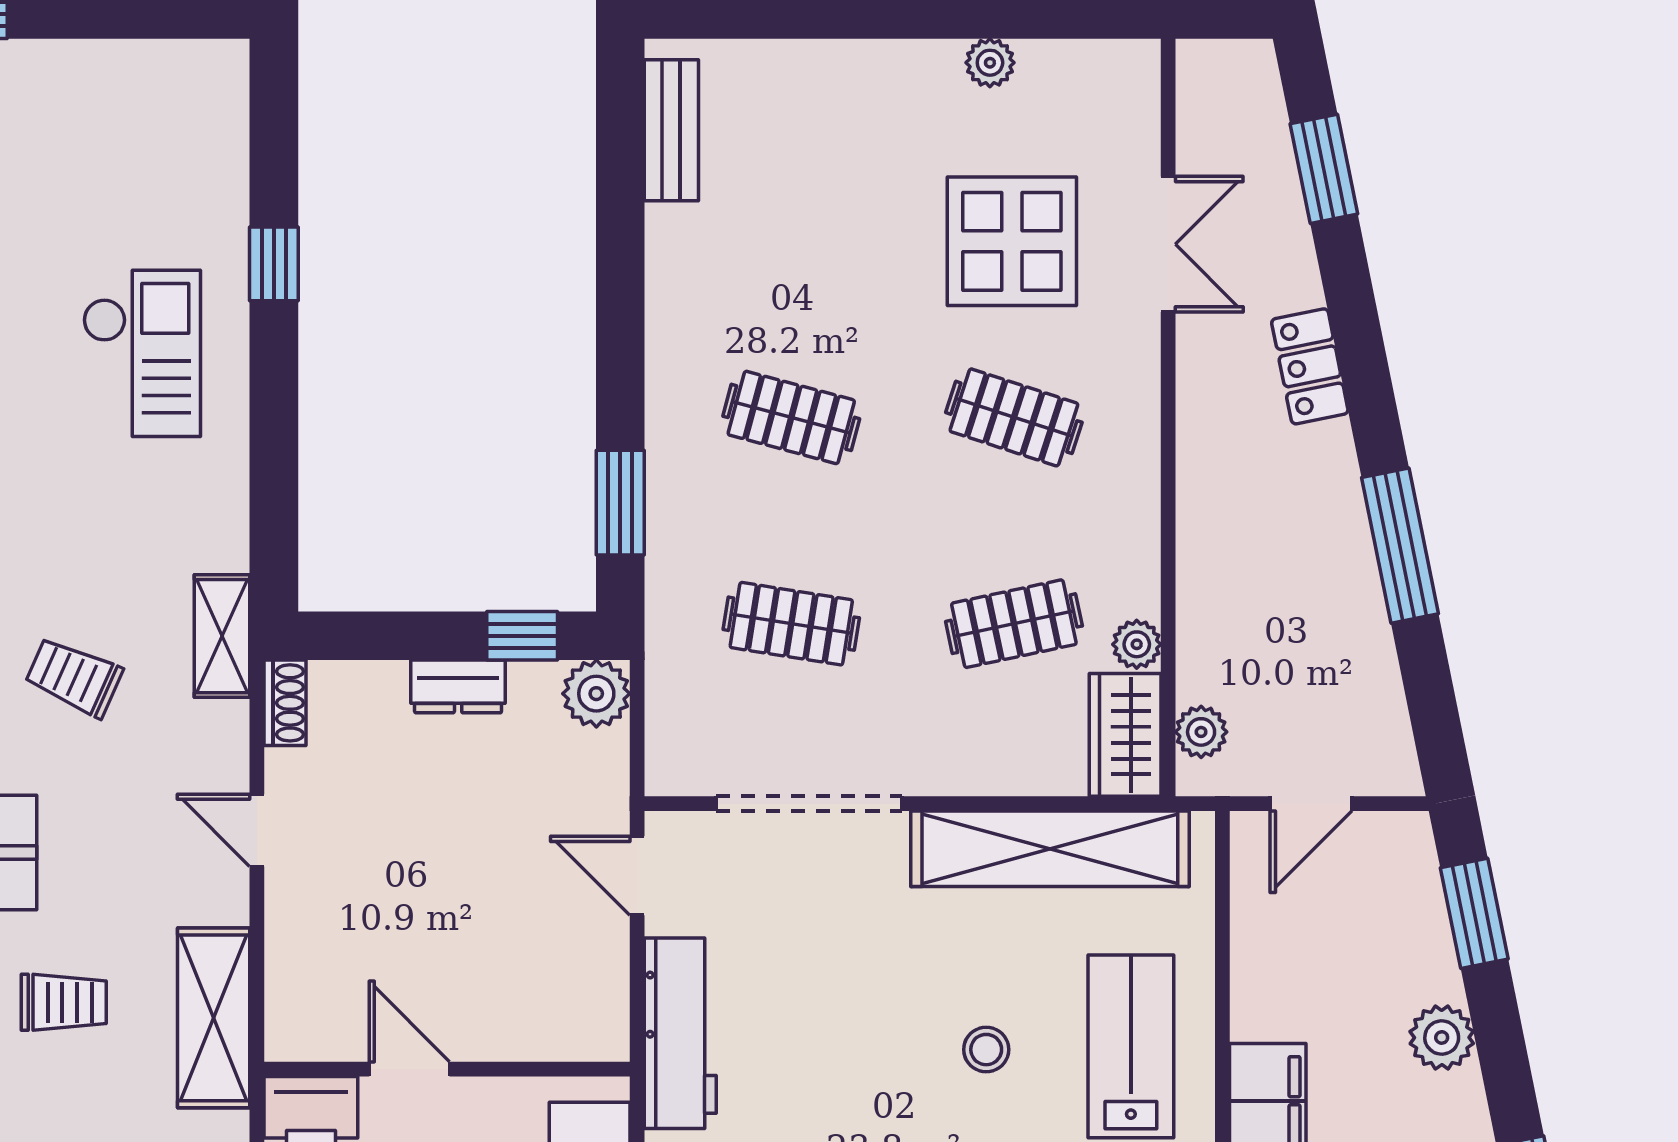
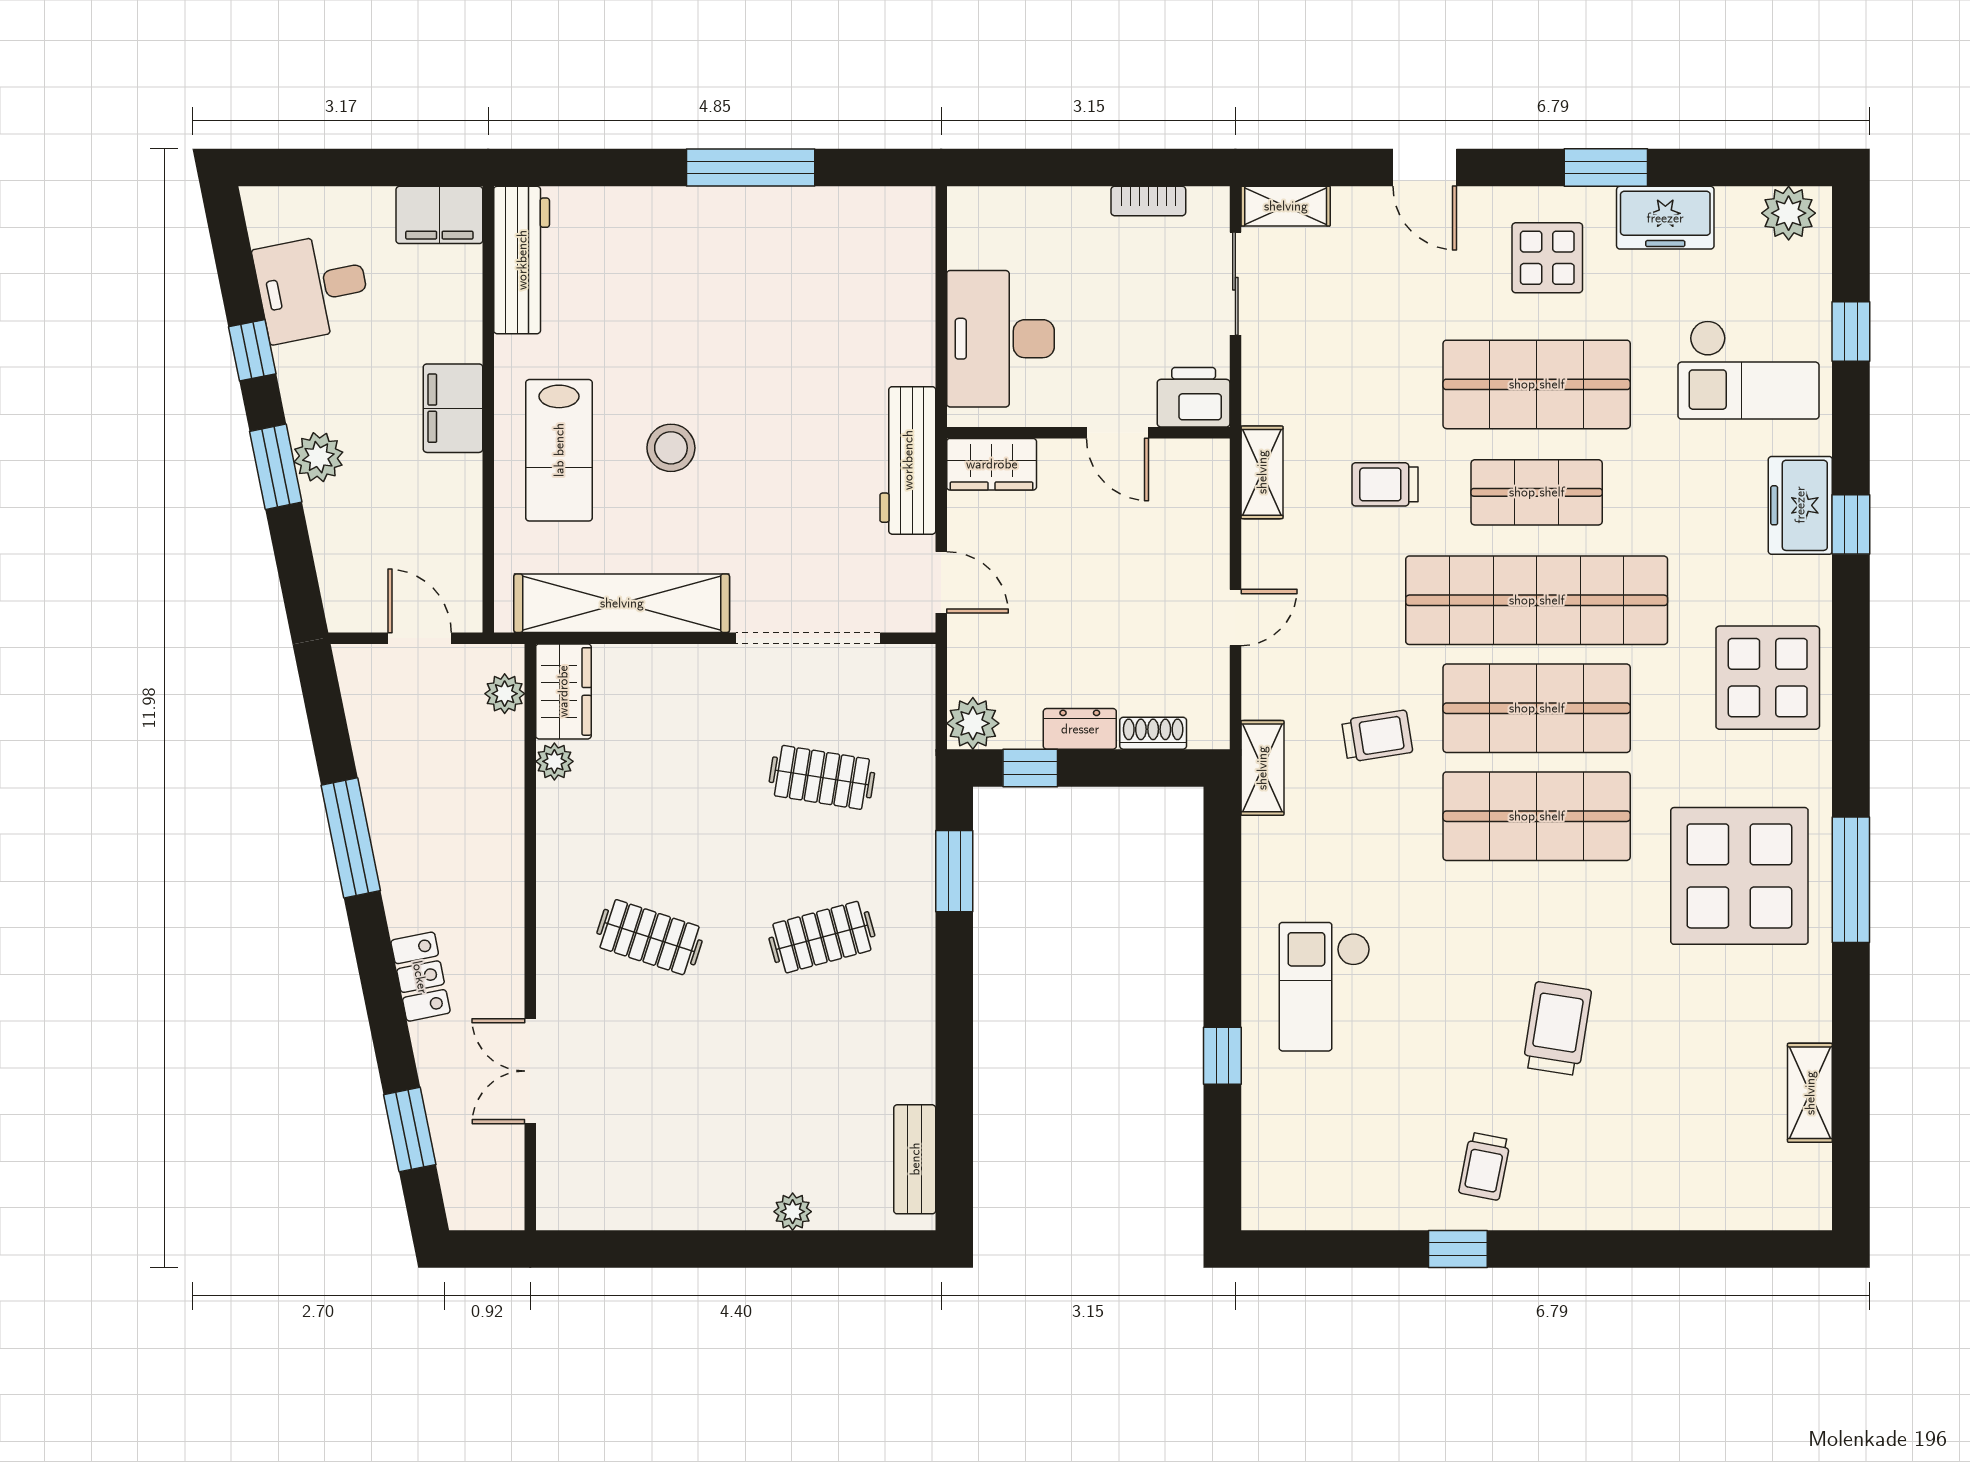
plant: (990, 63) -> (793, 1212), moved
display table: (1012, 241) -> (651, 1073), removed
clothes rail: (791, 417) -> (822, 937), turned -30
clothes rail: (1014, 624) -> (650, 777), removed
trolley: (74, 677) -> (1377, 736), turned -33
shoe rack: (285, 703) -> (1153, 733), moved, turned 90
door: (1311, 804) -> (420, 638), hinge flipped
door: (257, 830) -> (1235, 618), hinge flipped
window: (1474, 913) -> (276, 467), moved
shelving: (214, 1018) -> (1262, 472), width x0.67, depth x0.75
wardrobe: (572, 1028) -> (992, 464), added
stool: (986, 1050) -> (671, 448), width x1.37, depth x1.37

